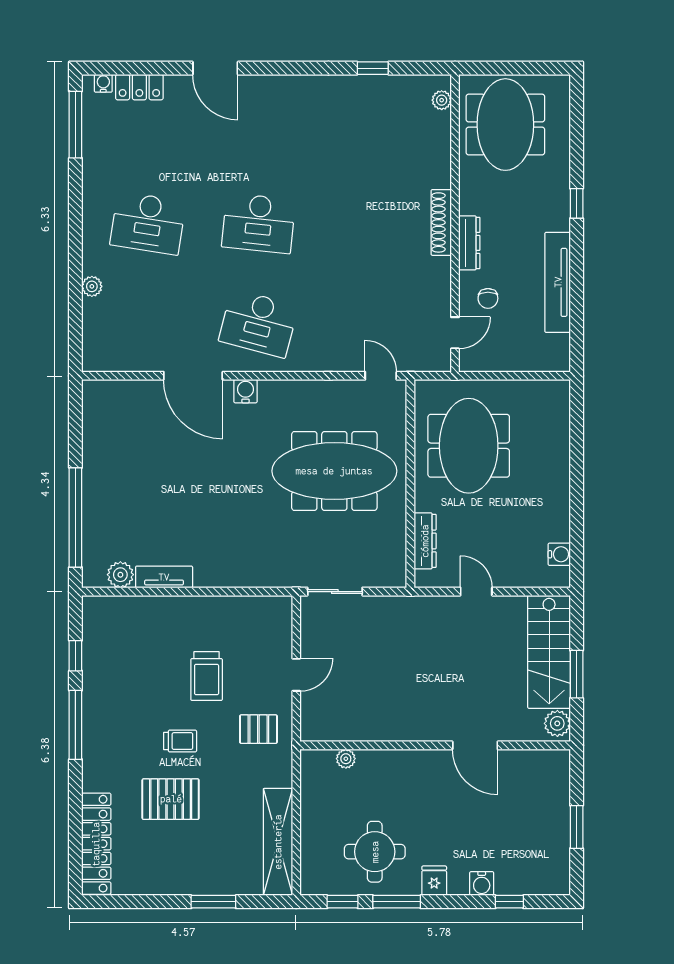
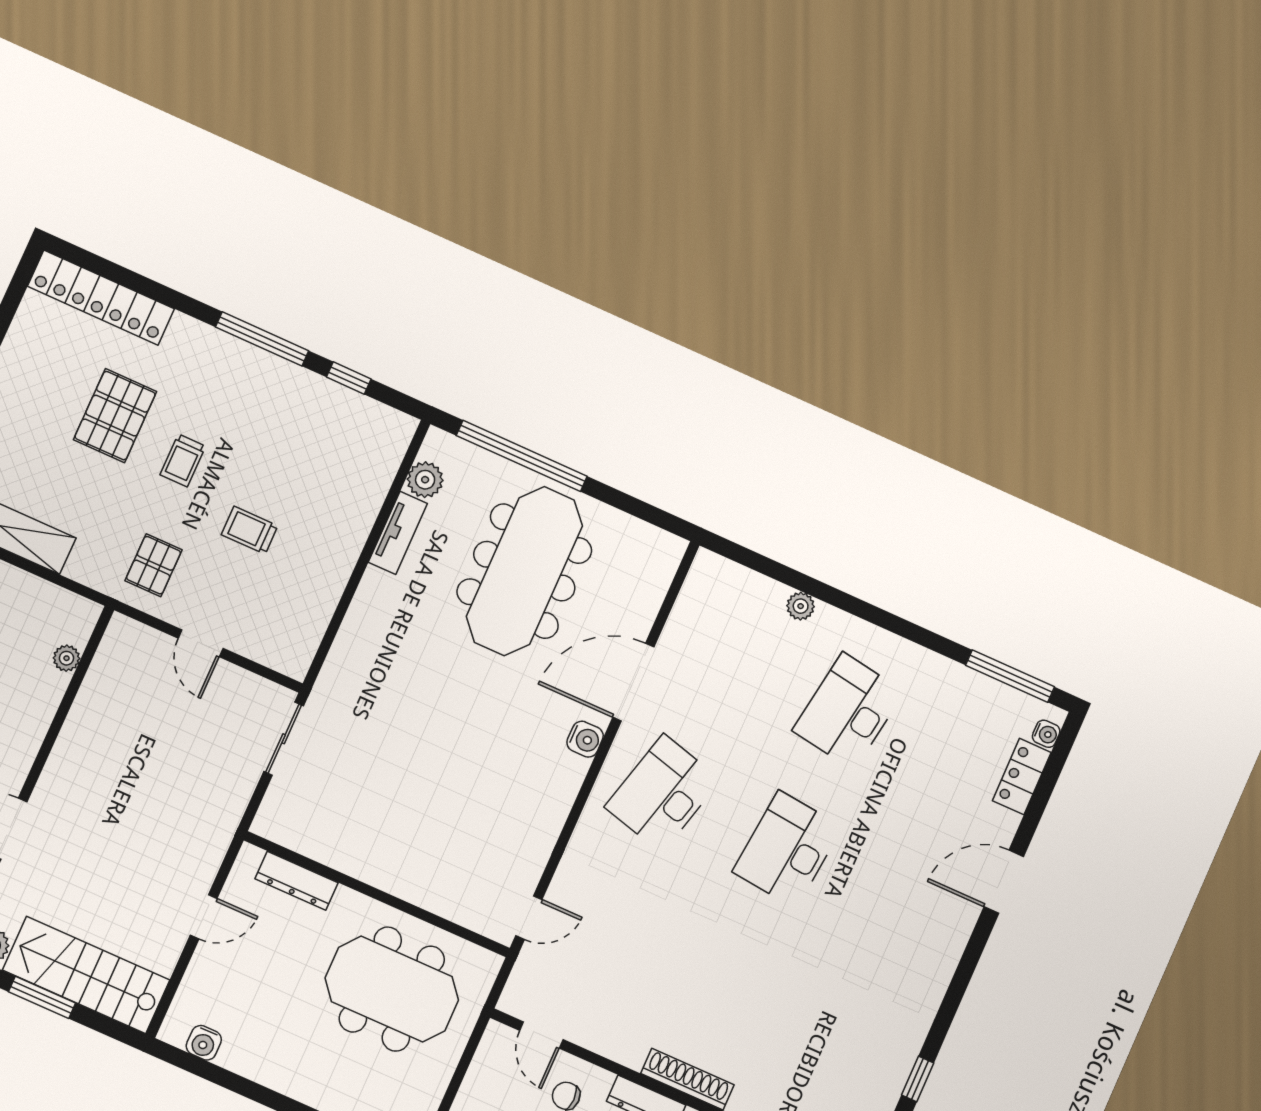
meeting table: (334, 471) -> (524, 571), moved
trolley: (207, 676) -> (250, 530), width x0.73, depth x0.72

